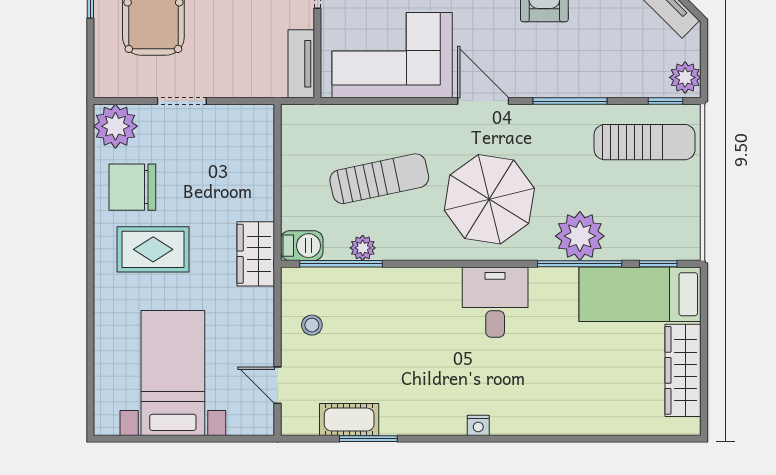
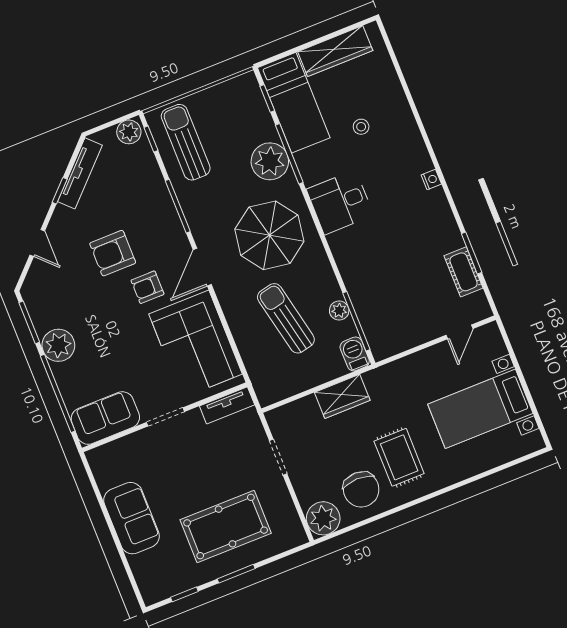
armchair: (485, 24) -> (148, 287), added
doorway: (182, 101) -> (278, 457), moved
wardrobe: (256, 254) -> (342, 396), moved
stool: (312, 325) -> (361, 127), moved

